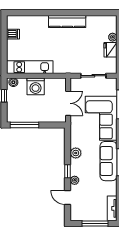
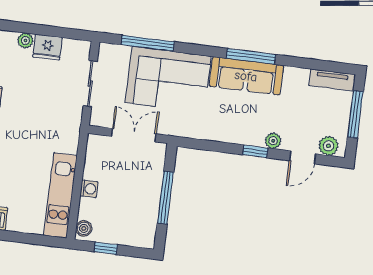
washing machine: (36, 86) -> (89, 189), width x0.53, depth x0.53
window: (24, 125) -> (165, 198), moved
plant: (76, 153) -> (328, 146), moved

